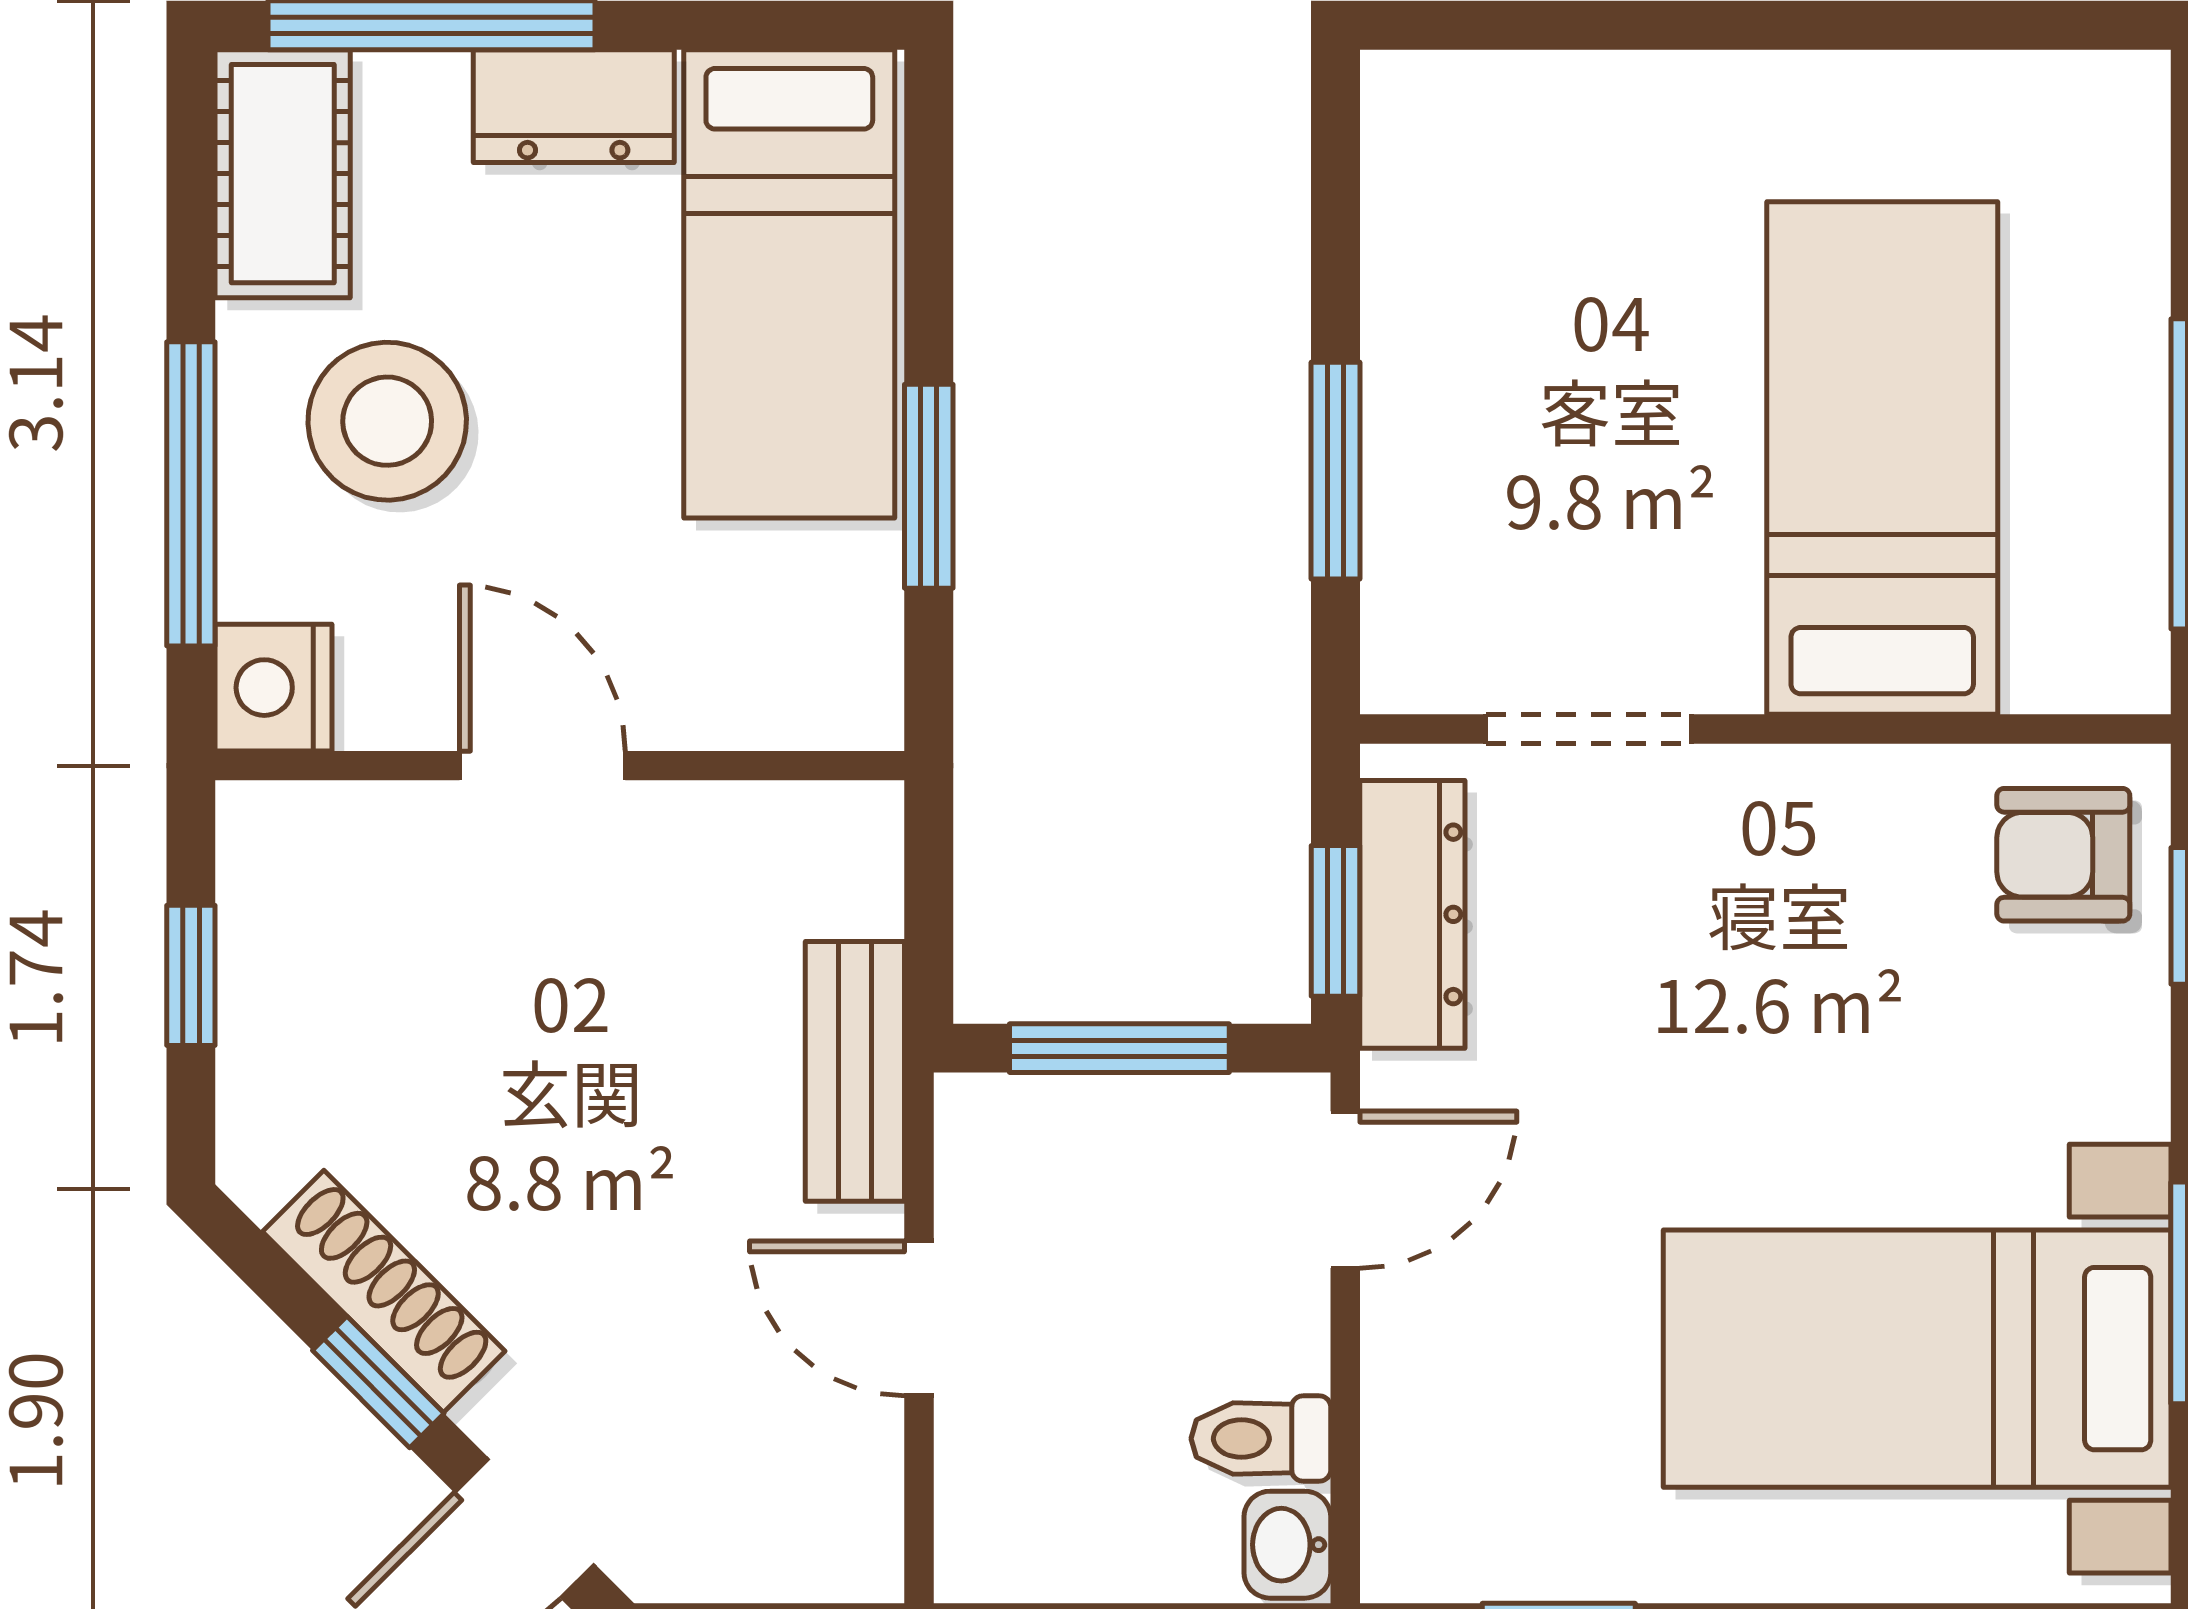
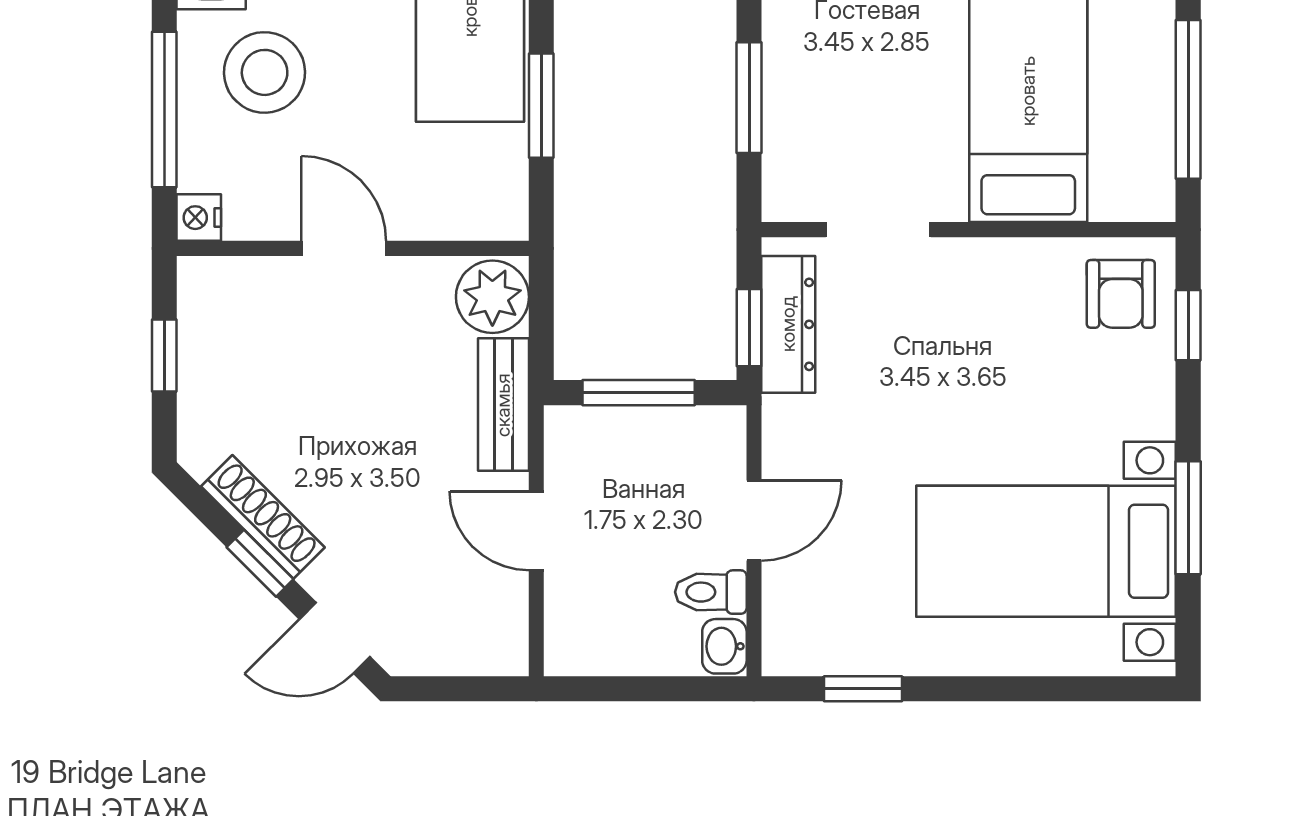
nightstand: (274, 688) -> (199, 218), width x0.72, depth x0.74
armchair: (2063, 855) -> (1121, 294), turned -90
plant: (833, 860) -> (492, 297), added
door: (1345, 1190) -> (754, 521), moved

